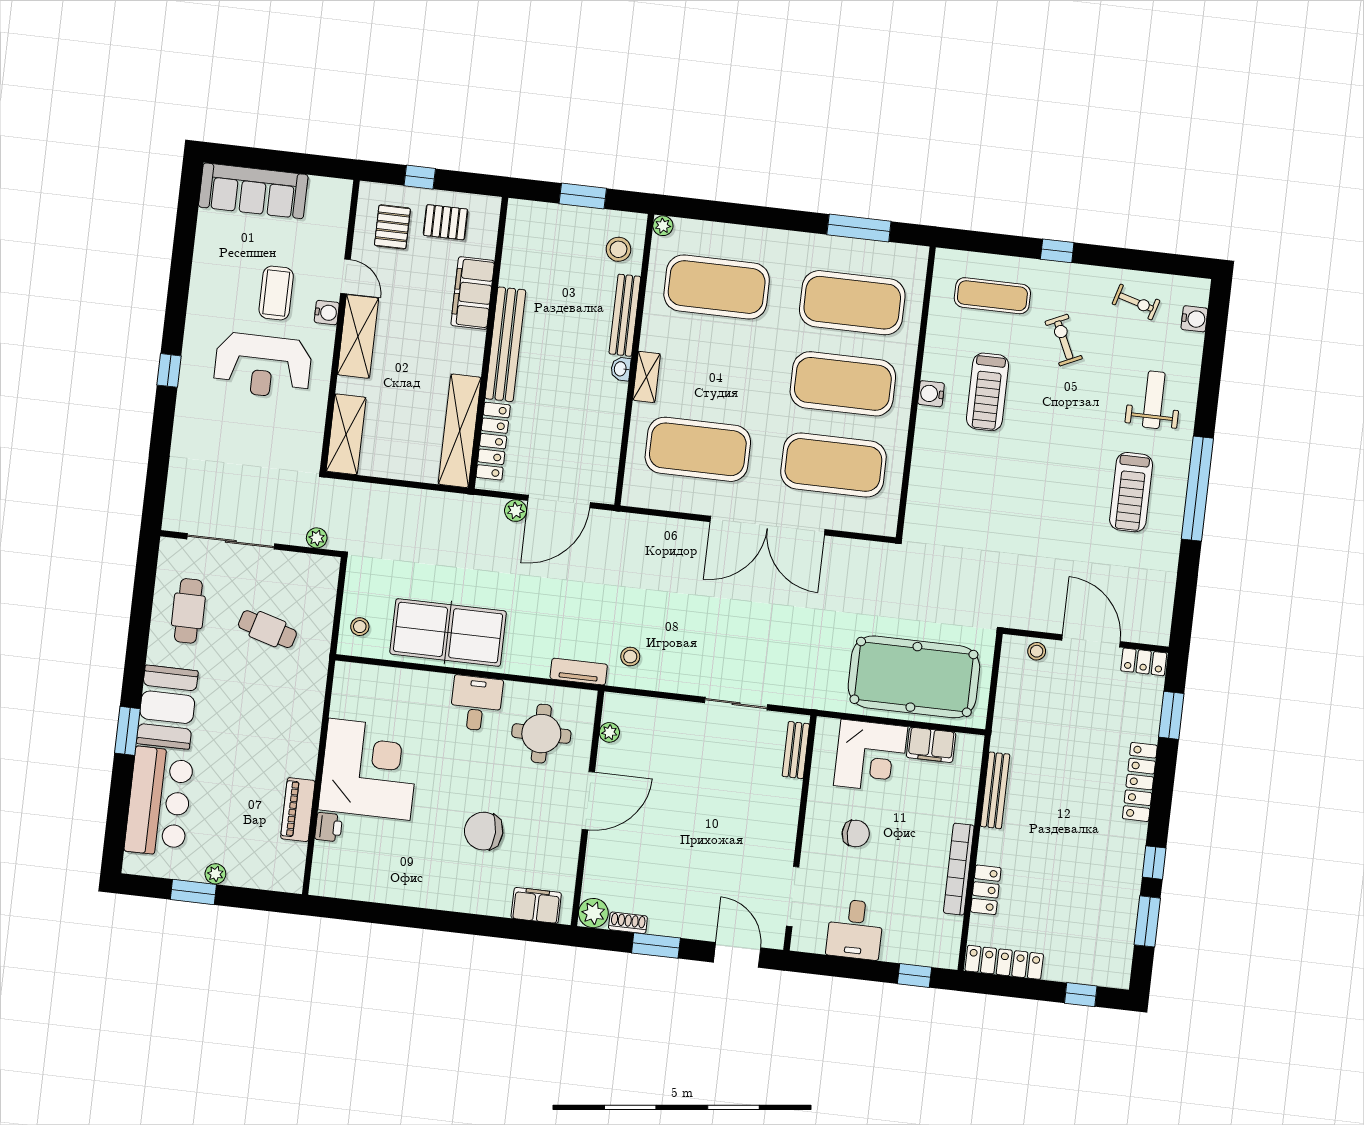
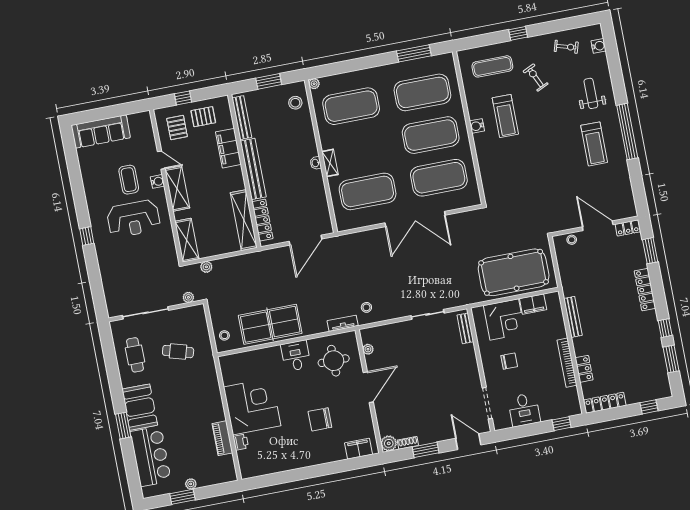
bench: (625, 315) -> (242, 118), moved
plant: (516, 511) -> (206, 267), moved

